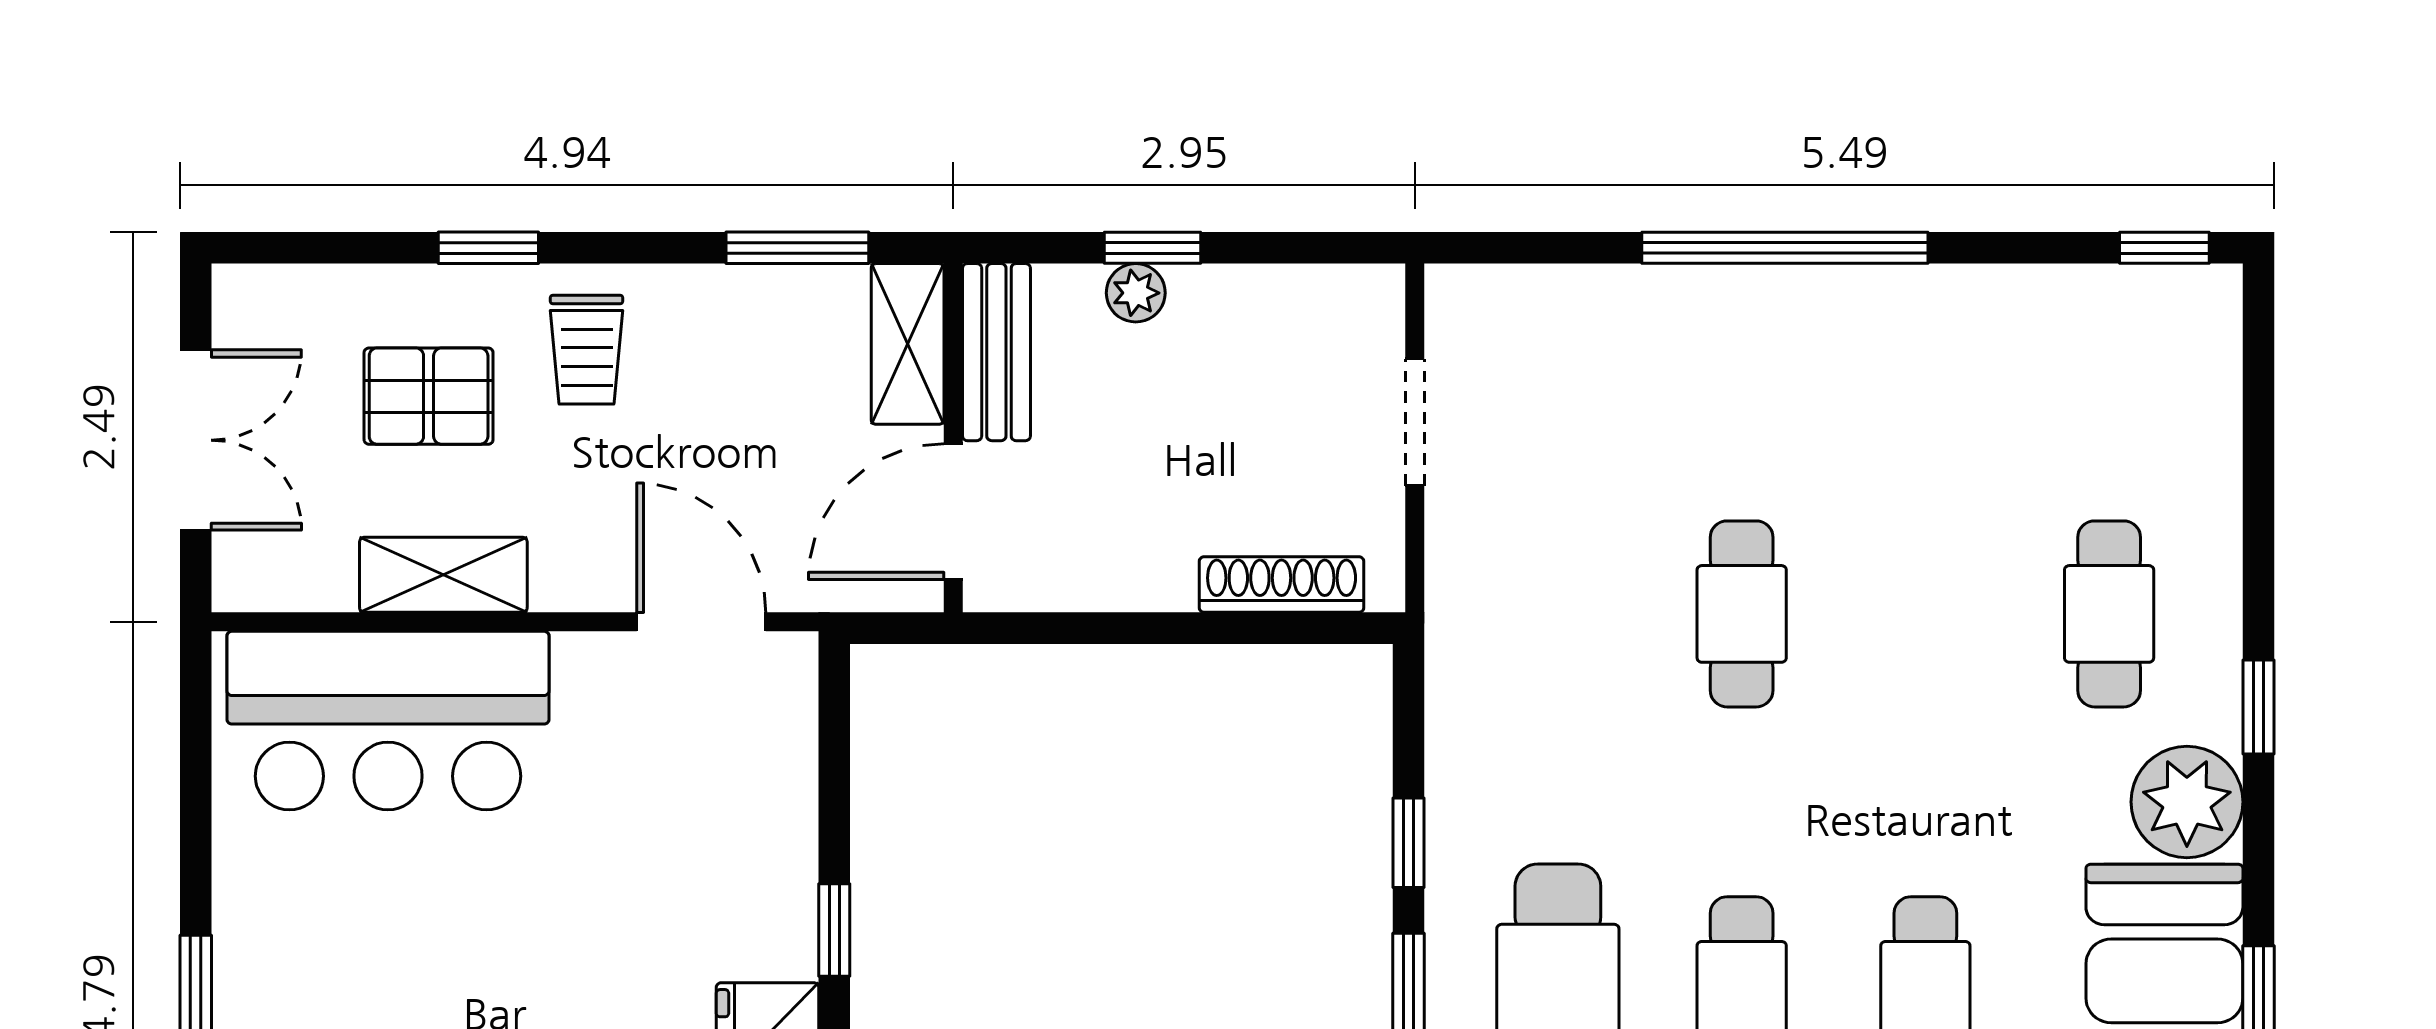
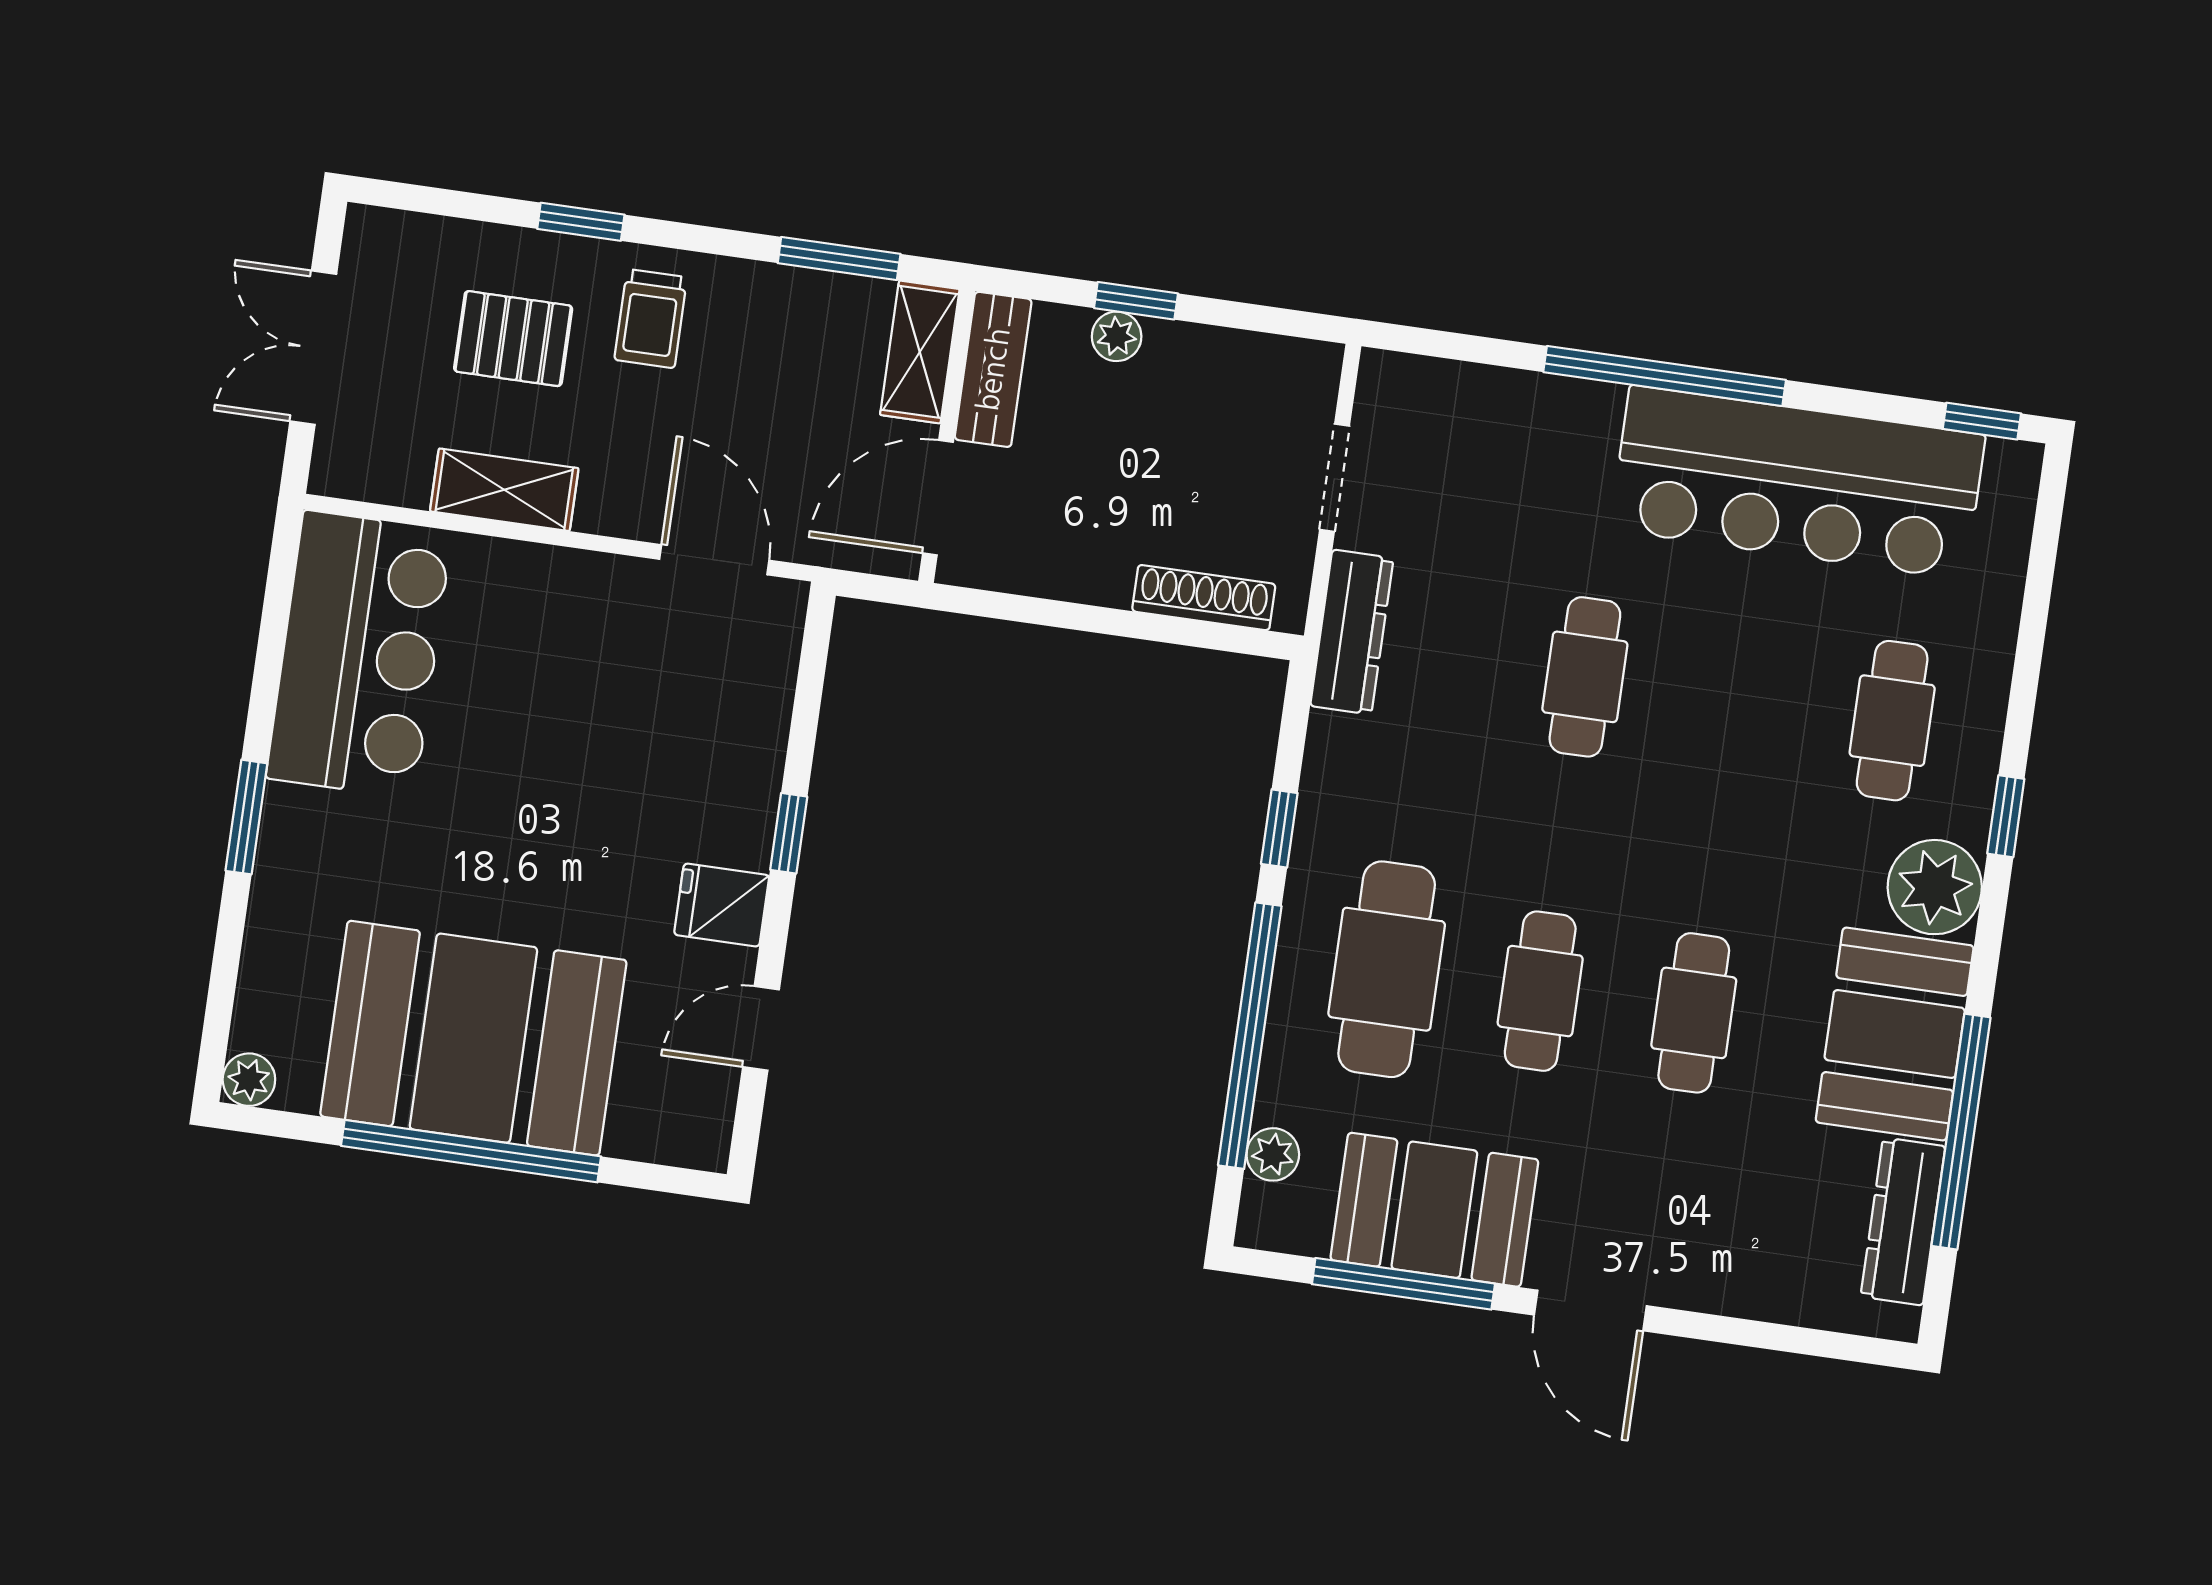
bar counter: (1959, 350) -> (1798, 482), added
double door: (196, 440) -> (313, 348), swing flipped
dresser: (1461, 600) -> (1352, 632), added
bar counter: (388, 721) -> (359, 654), moved, turned -90

